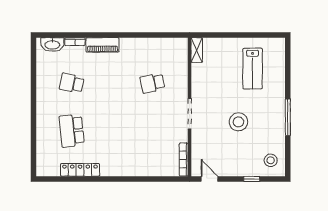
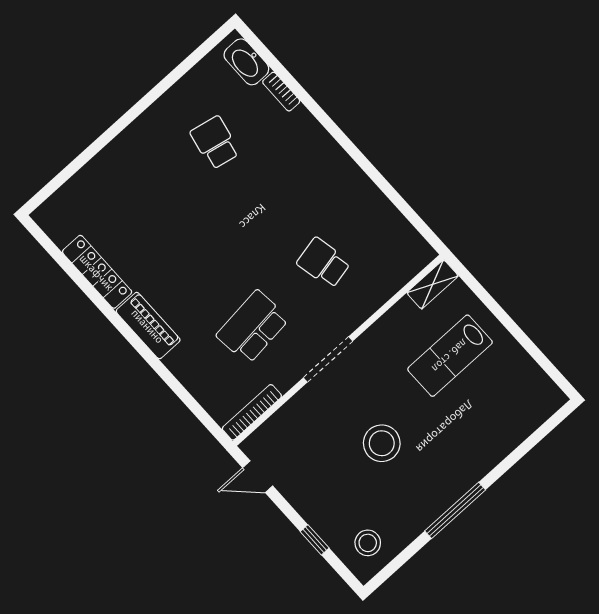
piano: (103, 45) -> (148, 326), moved, turned 180
lab bench: (253, 69) -> (450, 356), moved
school desk: (72, 131) -> (253, 327), moved
door: (209, 179) -> (258, 477), swing flipped

